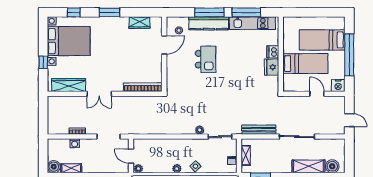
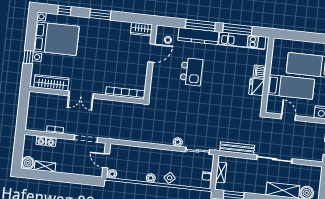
wardrobe: (140, 23) -> (141, 29), moved
door: (317, 94) -> (288, 117), moved
washing machine: (65, 143) -> (41, 141), added

